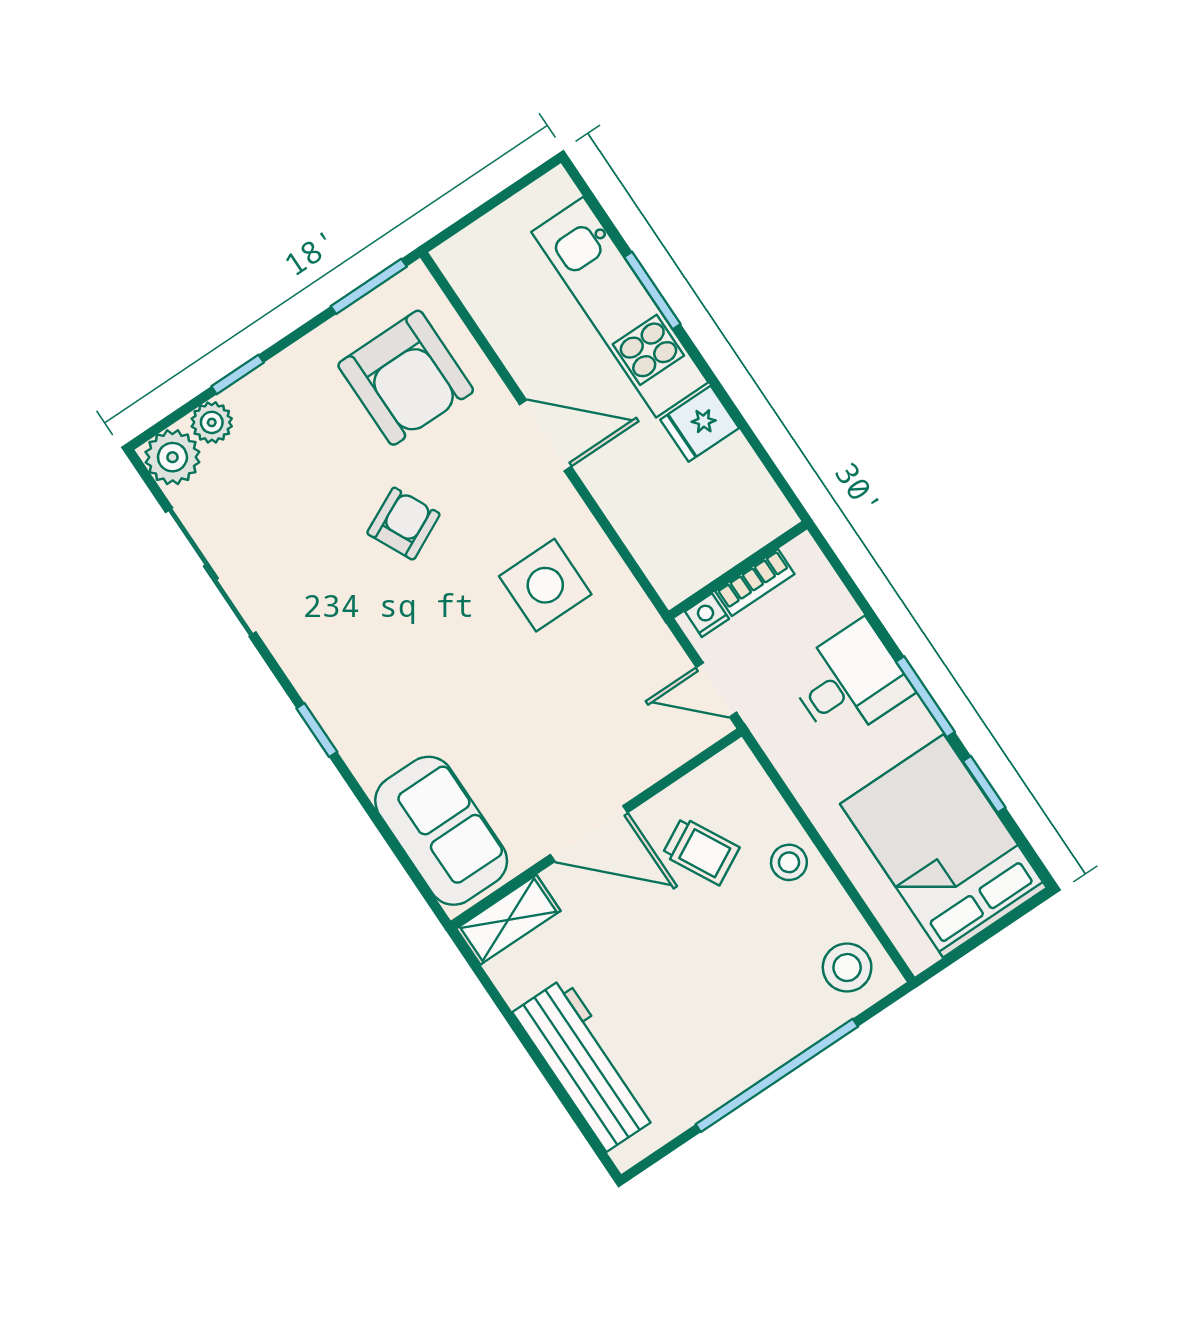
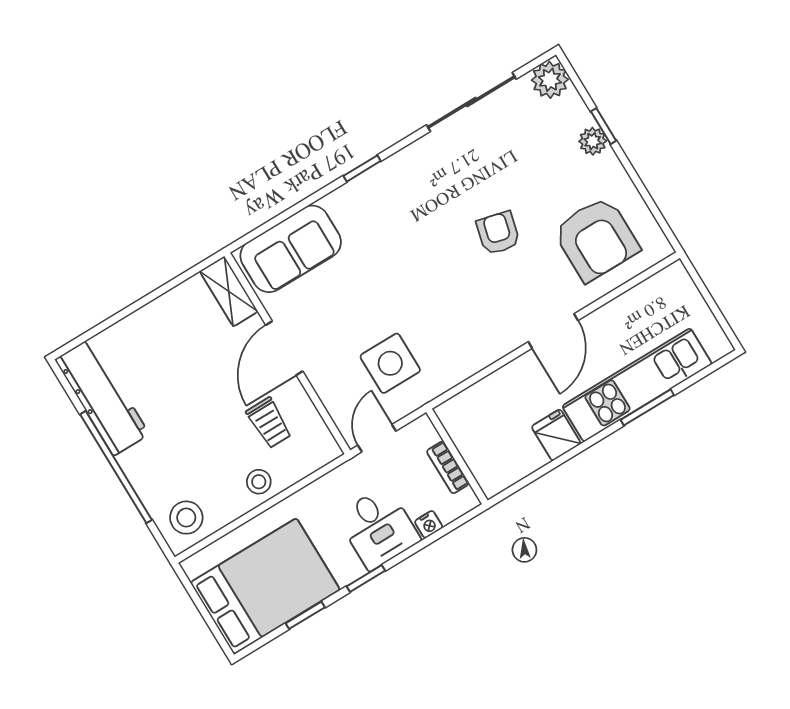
window: (369, 286) -> (659, 217), removed
armchair: (406, 378) -> (596, 239), turned -90
plant: (212, 422) -> (593, 141), moved
armchair: (403, 524) -> (498, 233), turned -140
side table: (545, 585) -> (390, 363), moved
nightstand: (707, 615) -> (429, 524), moved, turned 90
window: (925, 697) -> (366, 579), width x0.67
trolley: (701, 851) -> (269, 423), turned -62
workbench: (586, 1064) -> (102, 397), moved, turned -90

